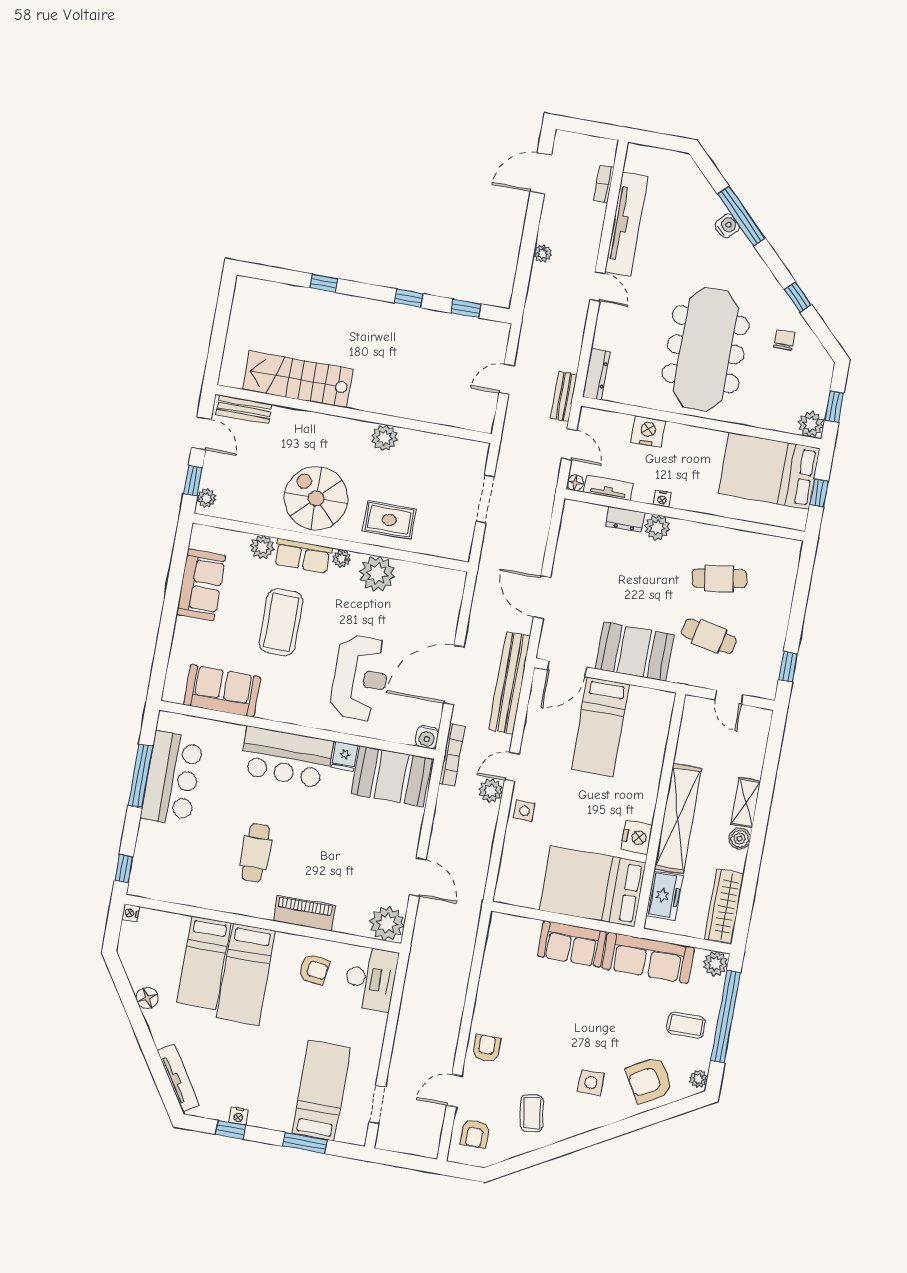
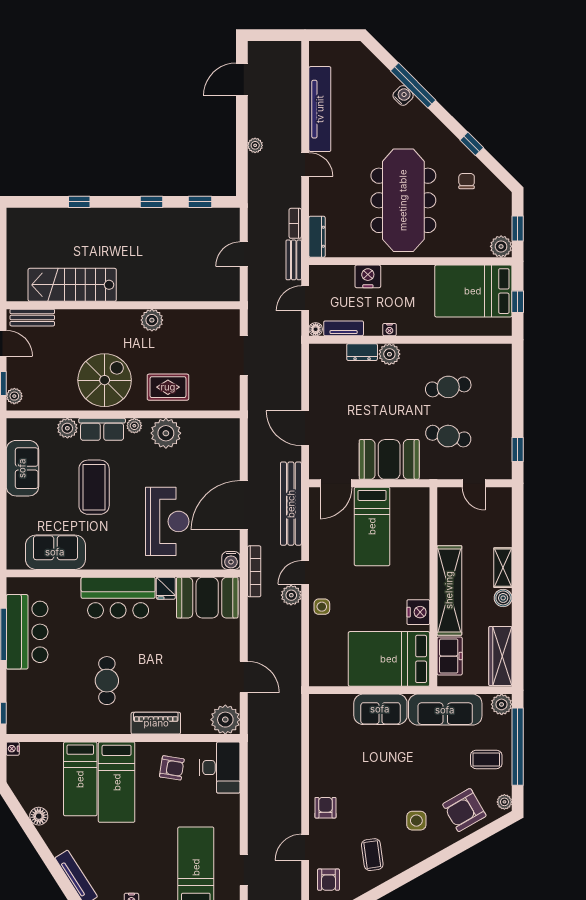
bookcase: (604, 184) -> (295, 223), moved
door: (569, 444) -> (305, 298), swing flipped
spiral stairs: (316, 498) -> (105, 380), turned 90

